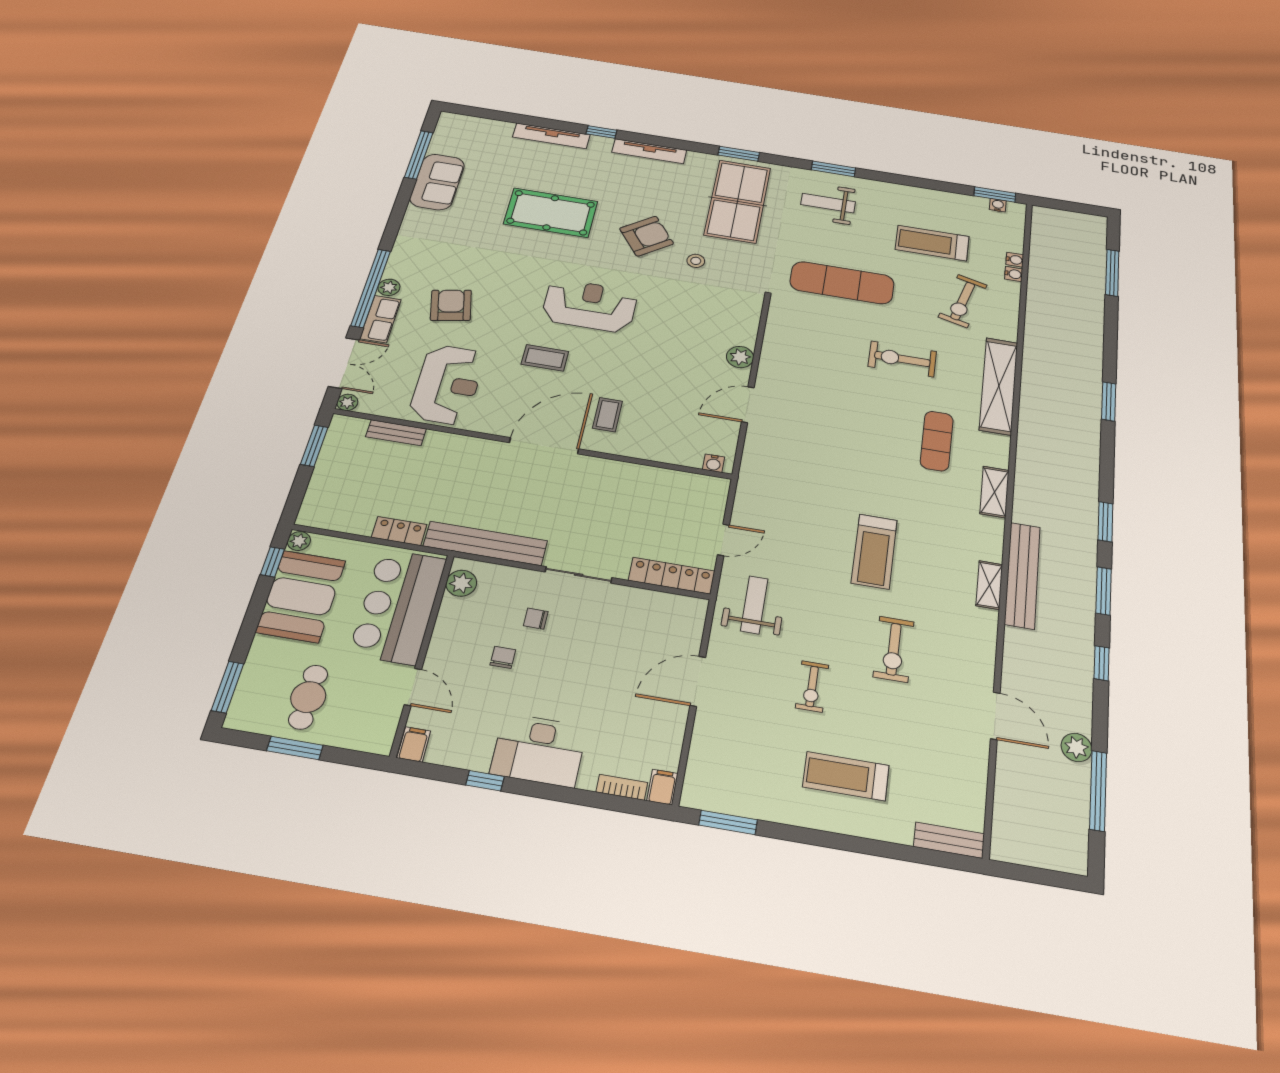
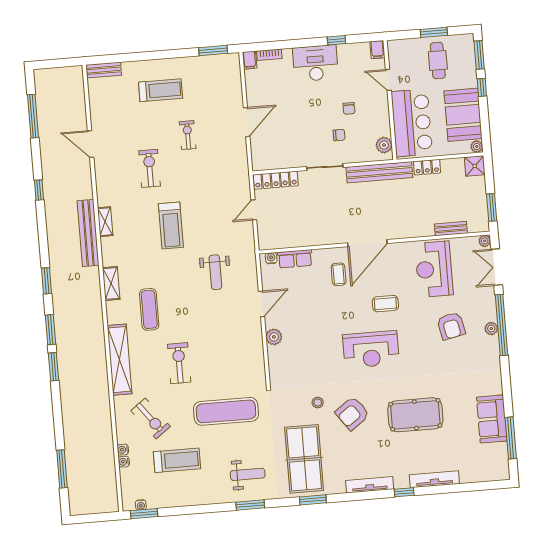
exercise bike: (963, 301) -> (151, 419), turned 128
row of seats: (381, 319) -> (295, 259), moved, turned -90
exercise bike: (902, 359) -> (179, 363), turned -90
shower: (316, 513) -> (475, 166), added
treadmill: (874, 551) -> (171, 226), turned 180
window: (272, 562) -> (482, 87), moved
window: (1104, 591) -> (50, 330), moved
weight bench: (754, 605) -> (215, 272), moved
plant: (1077, 747) -> (47, 137), removed

